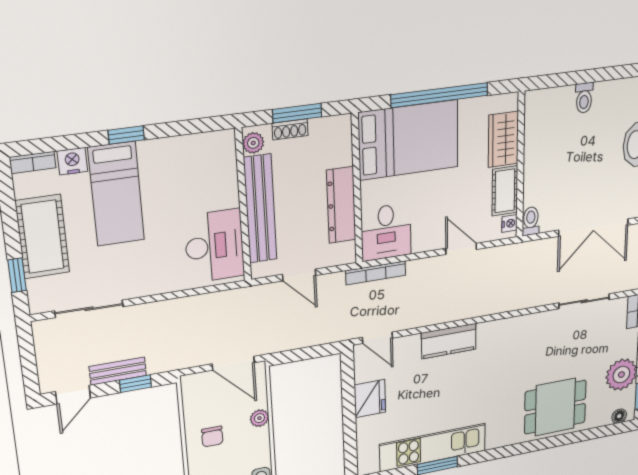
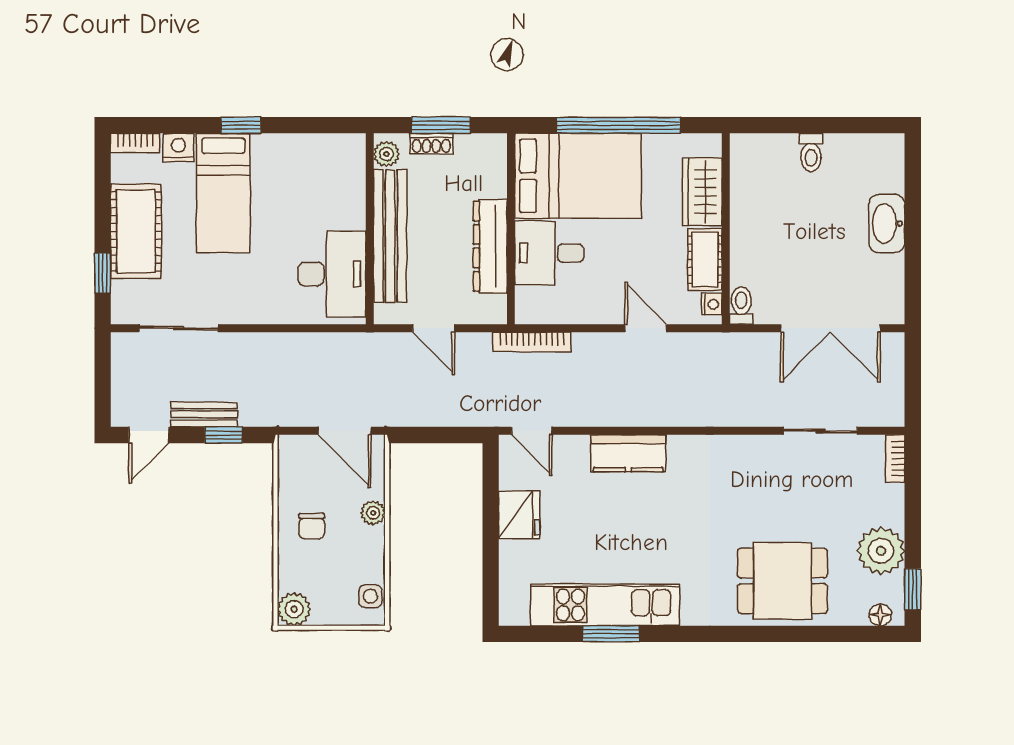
desk: (386, 232) -> (549, 253), moved, turned 90

